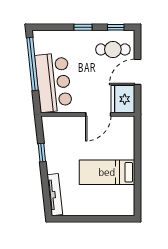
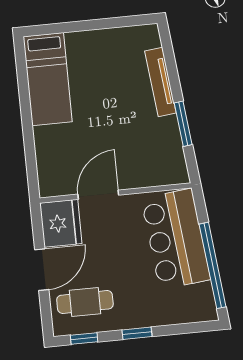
window: (42, 153) -> (183, 124), width x1.50
bed: (107, 172) -> (48, 79), moved, turned 90
tv unit: (55, 195) -> (160, 82), moved

